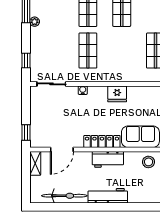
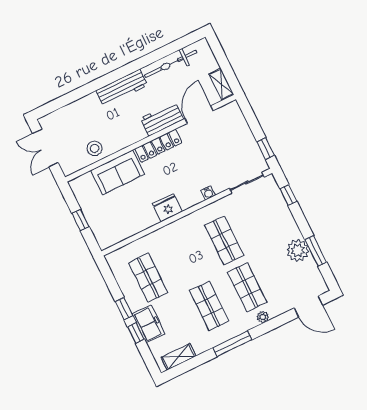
plant: (35, 22) -> (298, 250), width x1.88, depth x1.88
window: (26, 133) -> (266, 149), moved
workbench: (108, 159) -> (162, 119), moved

